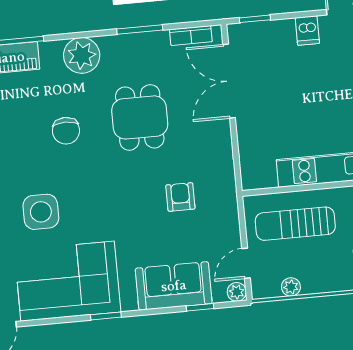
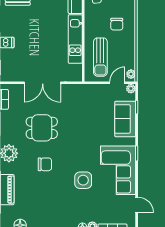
double door: (229, 81) -> (43, 83), moved
armchair: (180, 197) -> (82, 112), removed
door: (246, 263) -> (117, 83), swing flipped
plant: (291, 287) -> (131, 74), moved

